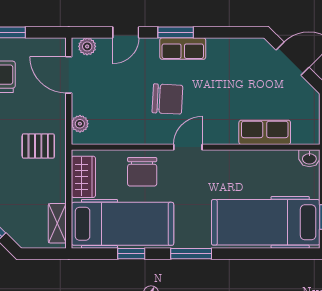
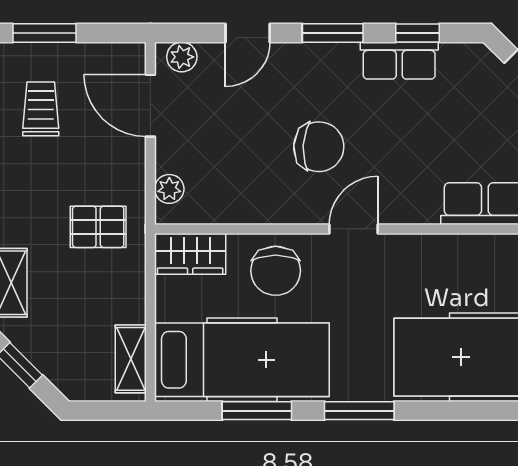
window: (225, 32) -> (418, 33), added
row of seats: (183, 49) -> (399, 61), moved
wardrobe: (83, 177) -> (190, 254), moved, turned 90
window: (131, 254) -> (257, 411), width x1.50

